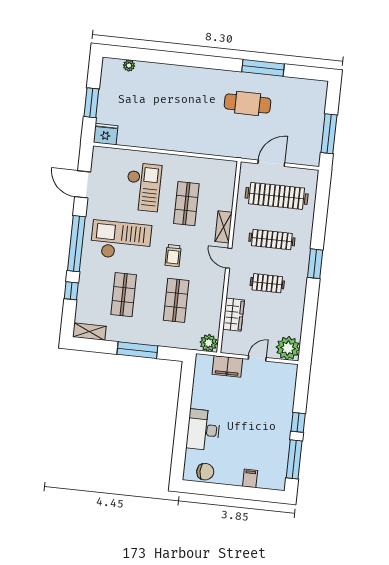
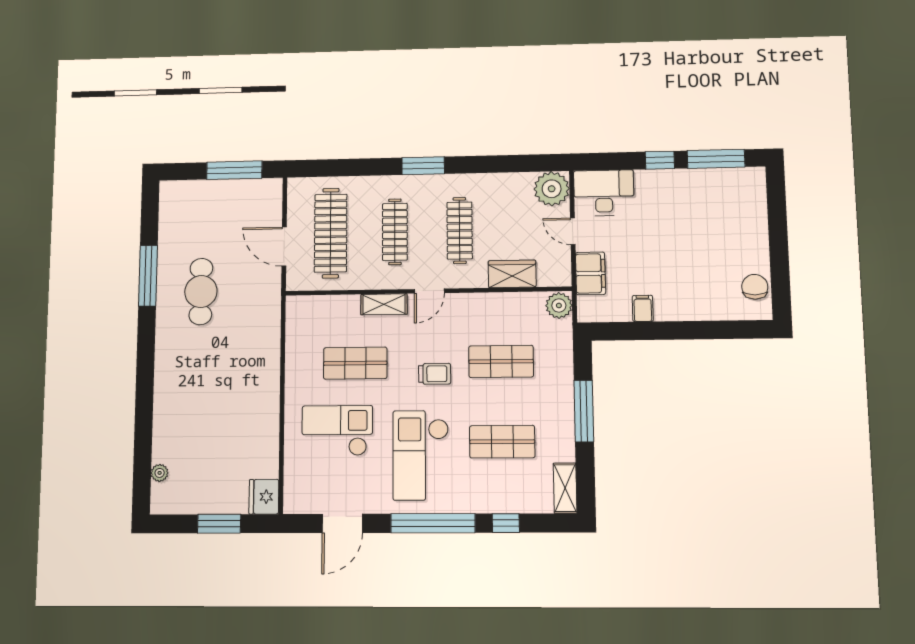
clothes rail: (267, 283) -> (460, 231), width x1.36
desk: (203, 430) -> (604, 193), moved, turned 180
filing cabinet: (250, 478) -> (643, 308), moved, turned 90

